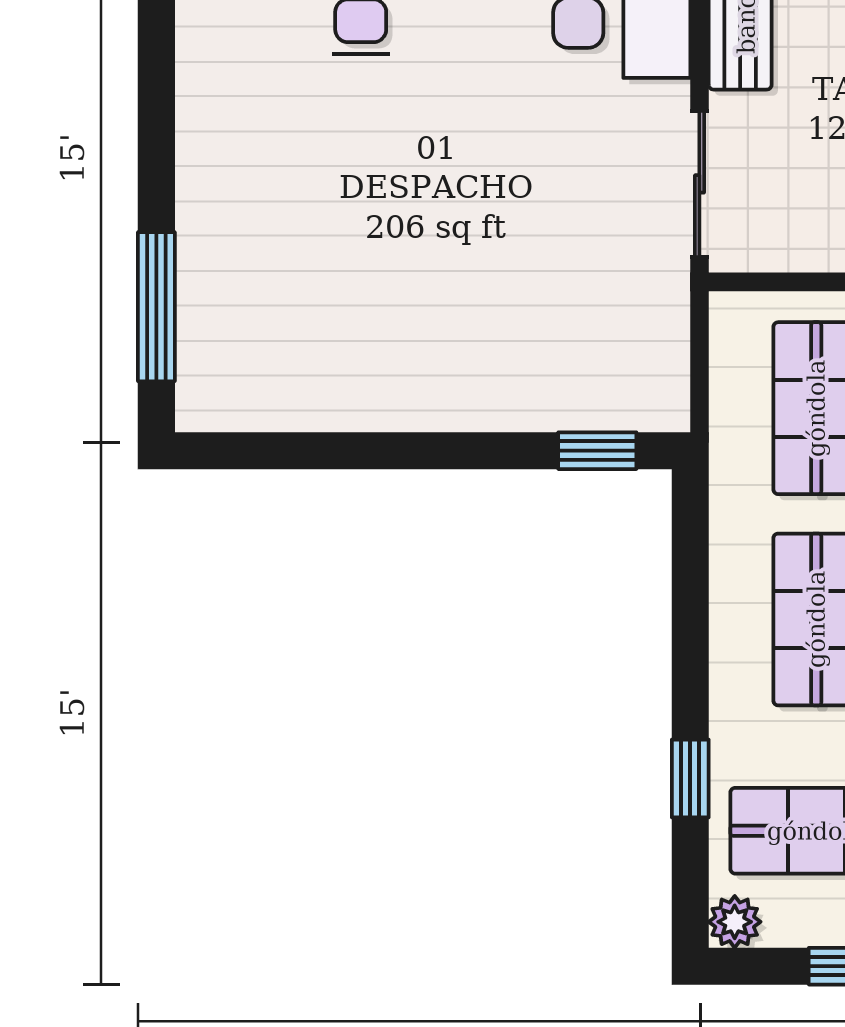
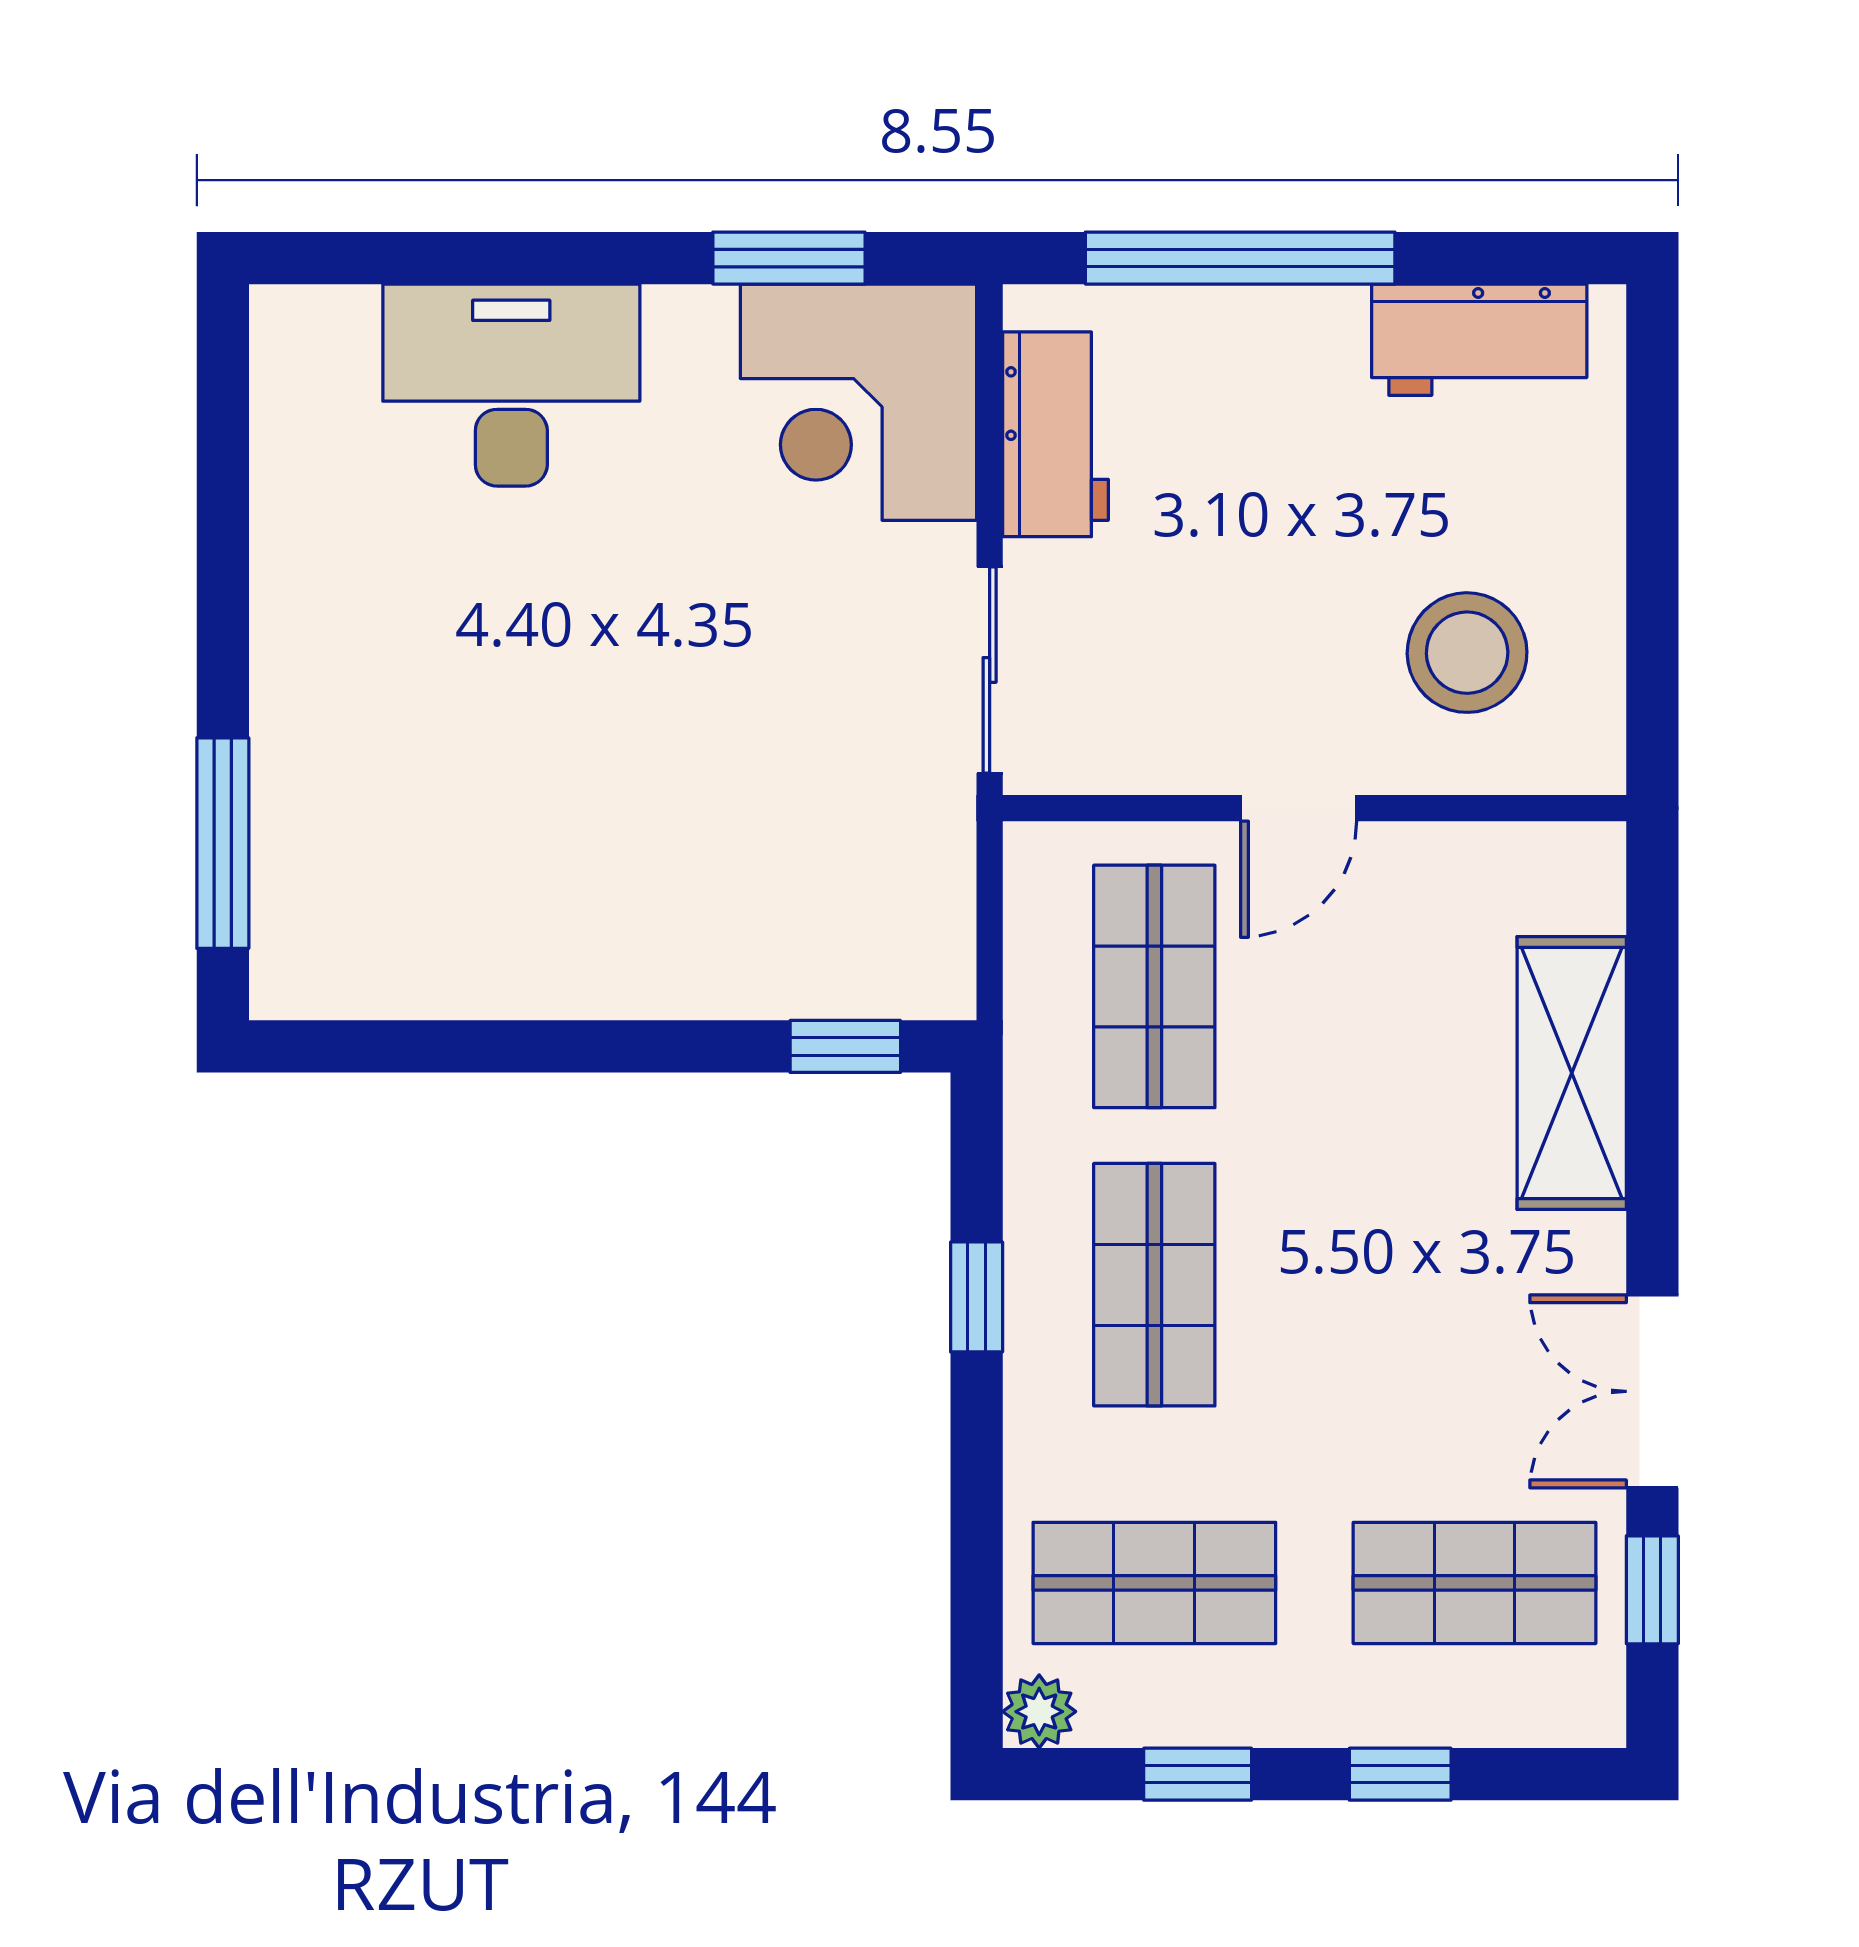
window: (690, 779) -> (977, 1297), moved

